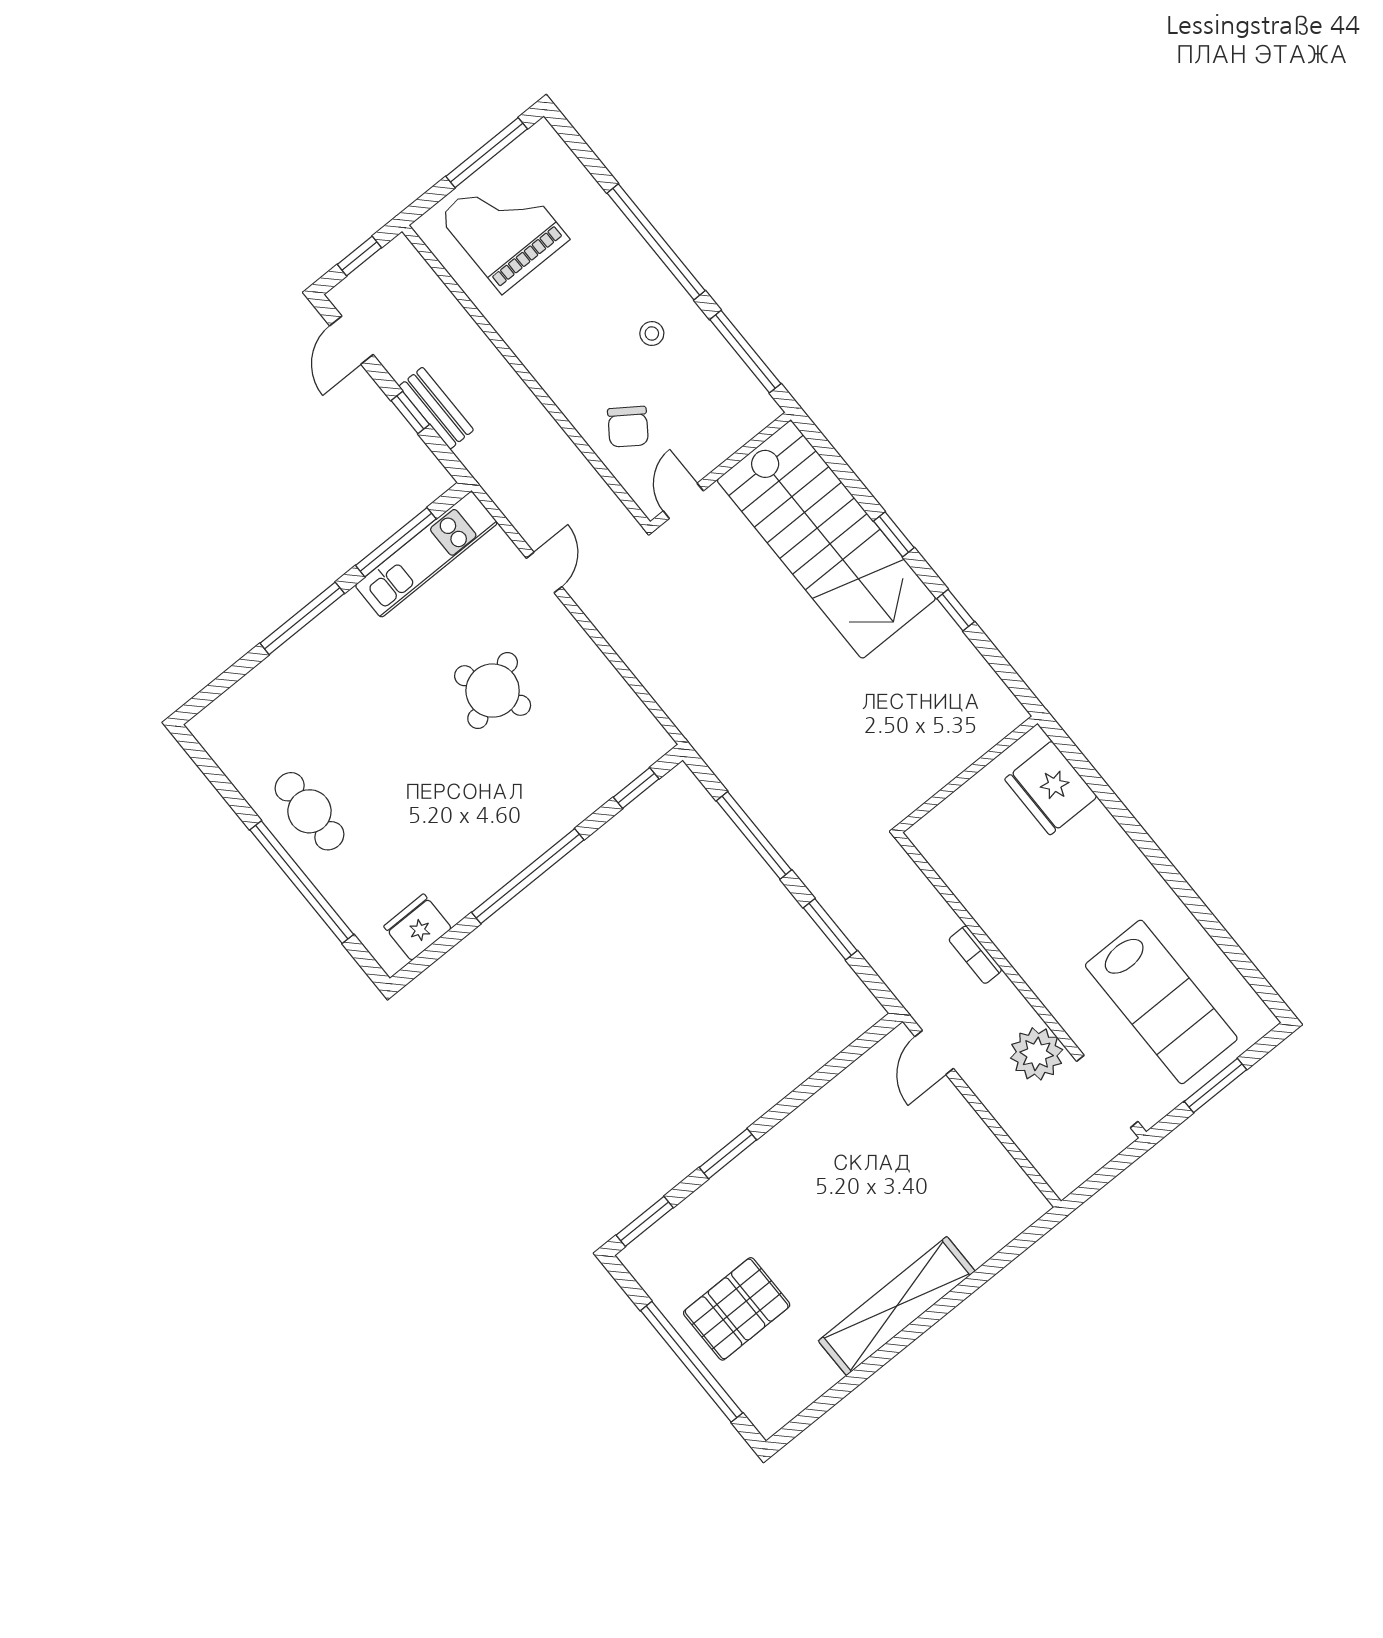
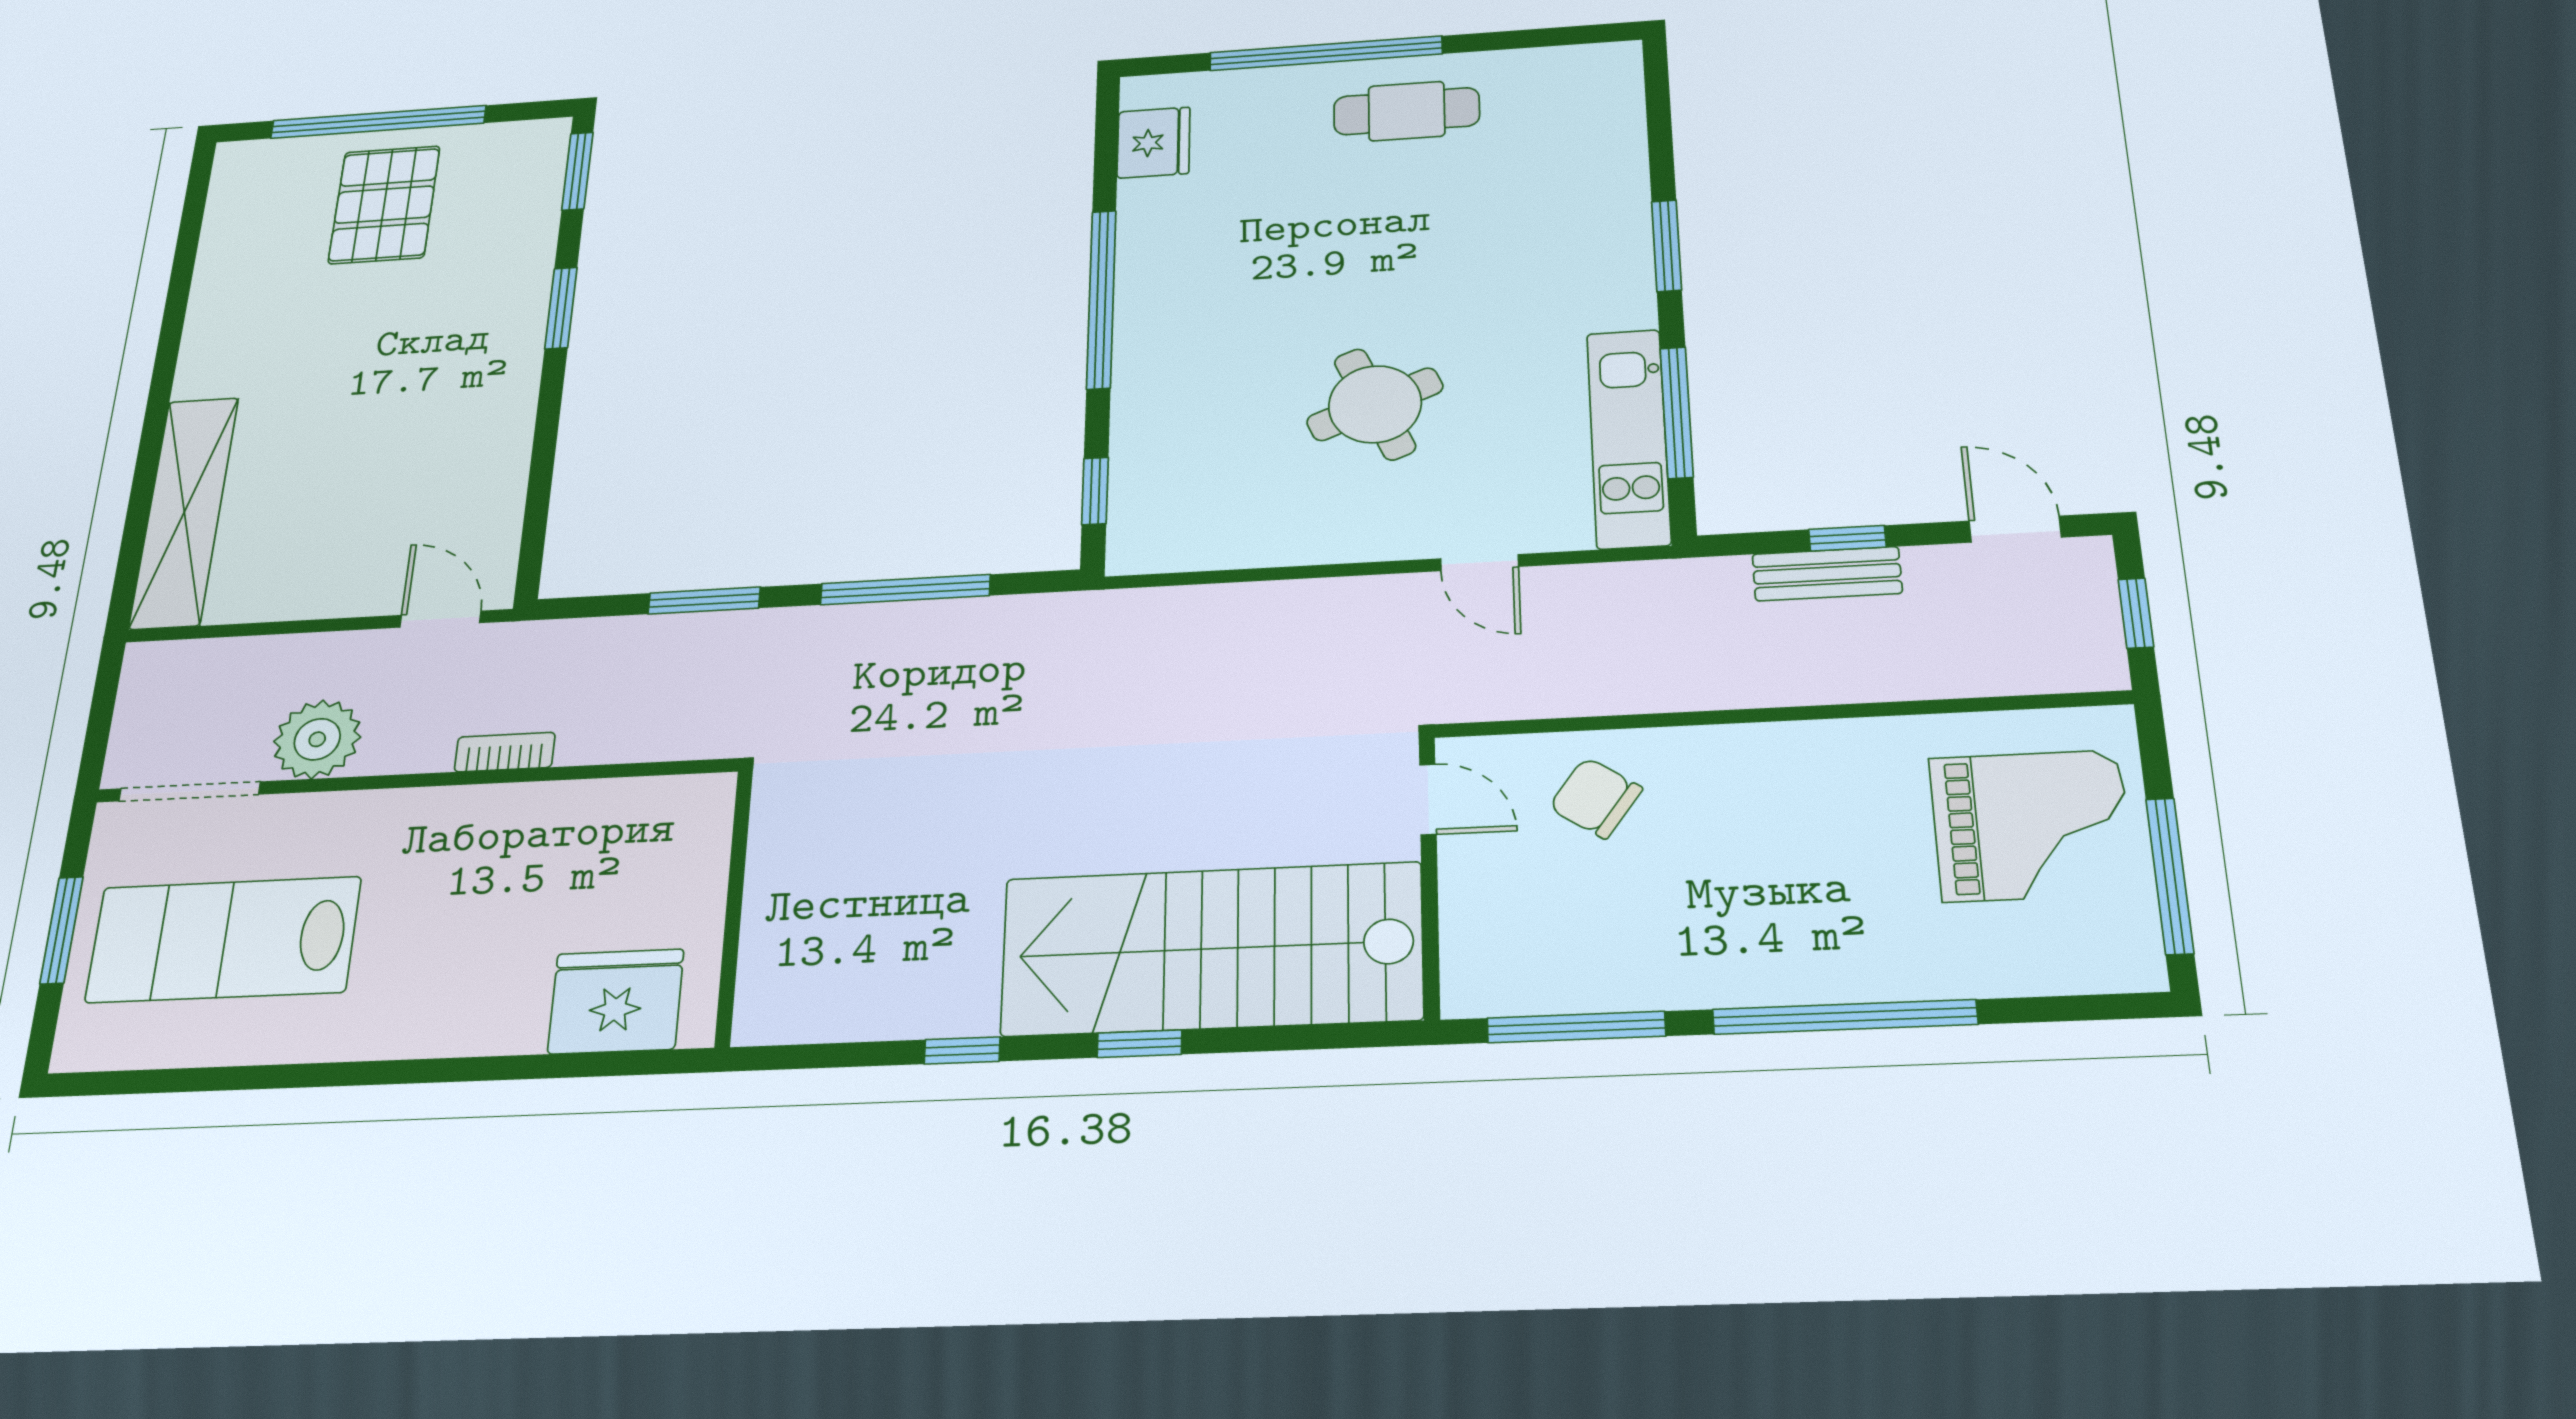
stool: (652, 333) -> (1708, 919), removed
window: (302, 618) -> (1667, 246), width x0.69
shelving: (897, 1306) -> (184, 512), moved

